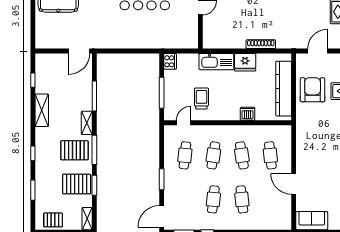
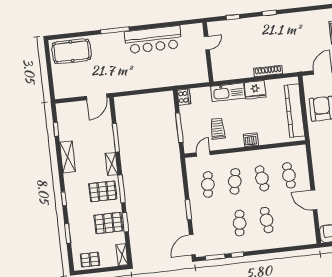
dishwasher: (248, 114) -> (251, 140), moved

